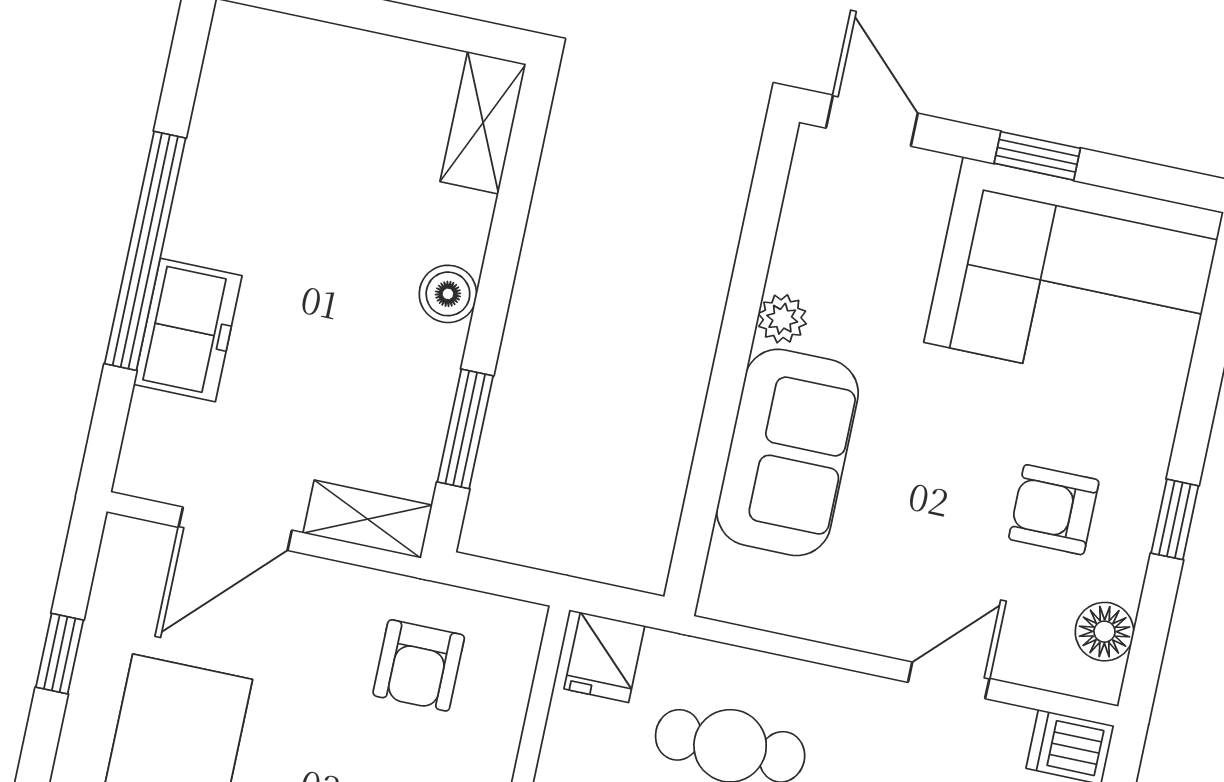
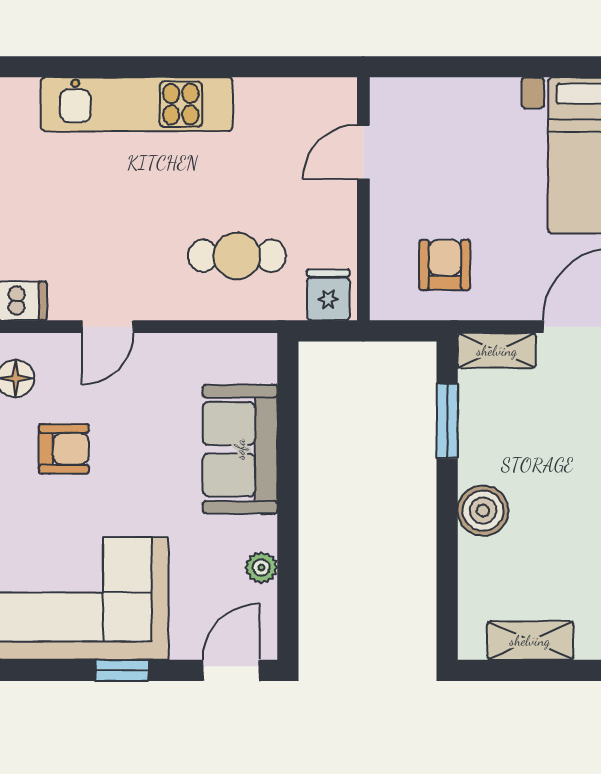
door: (872, 121) -> (231, 670), swing flipped
shelving: (483, 123) -> (530, 641), moved, turned 90
boiler: (448, 294) -> (483, 511), width x1.36, depth x1.36
plant: (782, 319) -> (261, 567), moved

